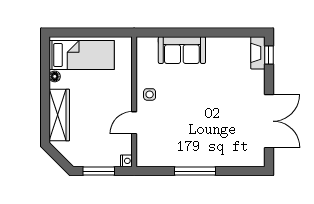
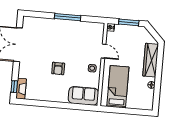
sofa: (182, 50) -> (83, 96), moved
bed: (82, 55) -> (118, 87), moved, turned 90
armchair: (203, 89) -> (58, 68), added
door: (134, 123) -> (104, 51), hinge flipped

